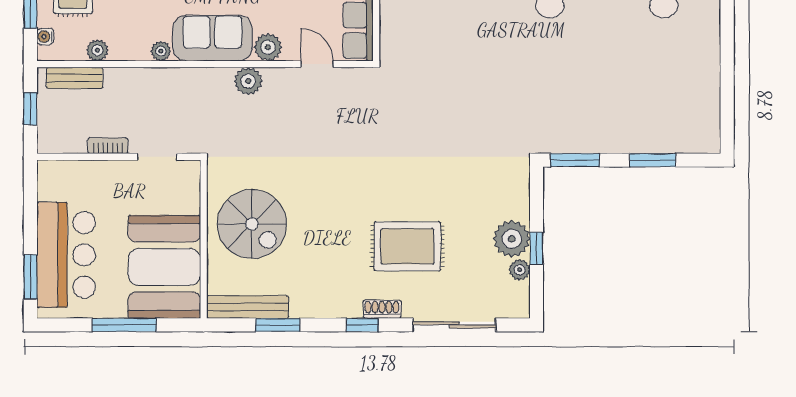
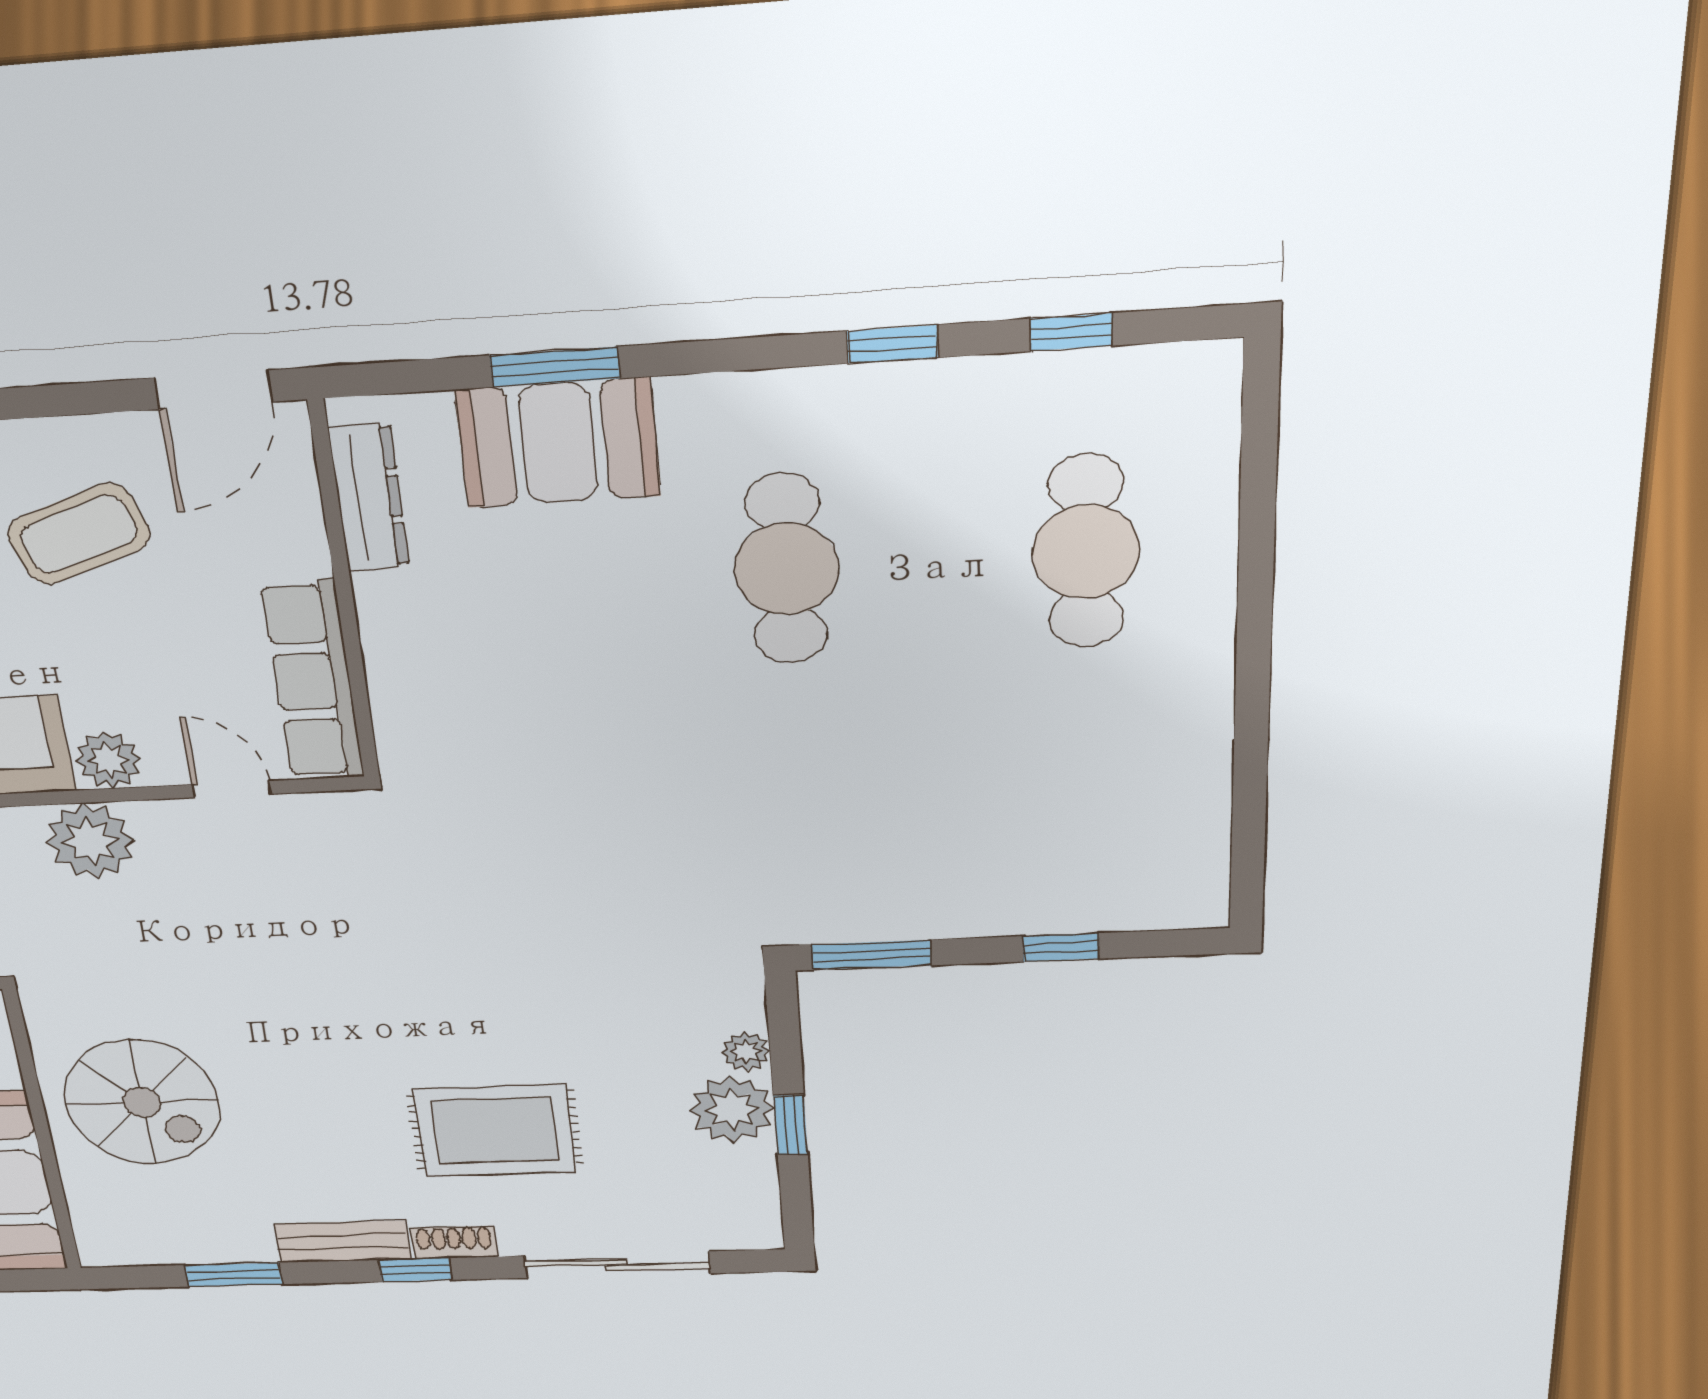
plant: (248, 81) -> (90, 841), width x1.36, depth x1.36
window: (653, 160) -> (1061, 947), width x0.67
plant: (520, 270) -> (746, 1052), moved
bench: (248, 307) -> (343, 1242), moved, width x0.73

